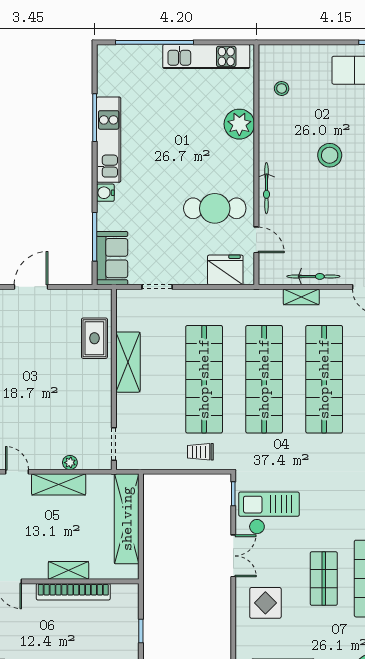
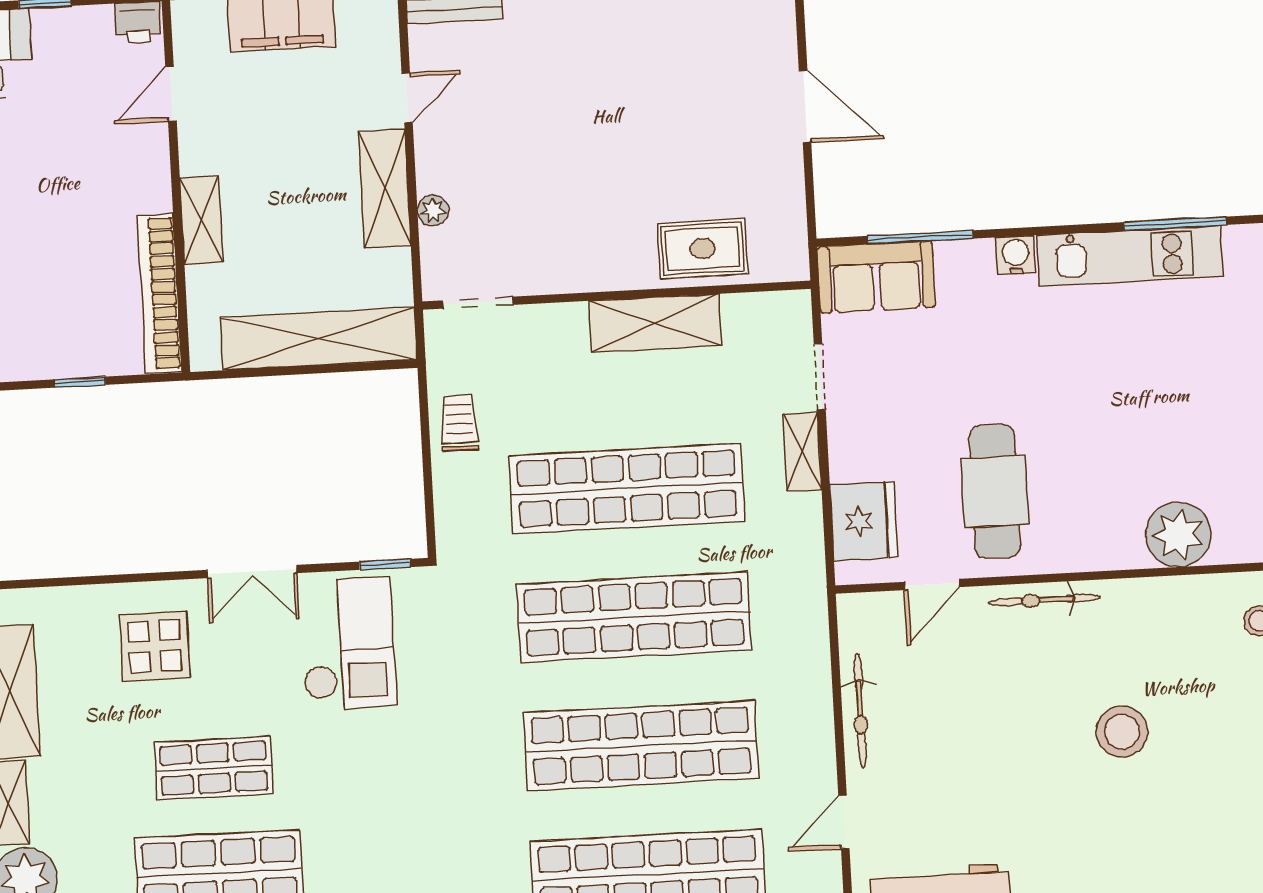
shelving: (301, 297) -> (802, 452), moved
trolley: (200, 452) -> (459, 423), moved
bookcase: (73, 592) -> (160, 293), moved

